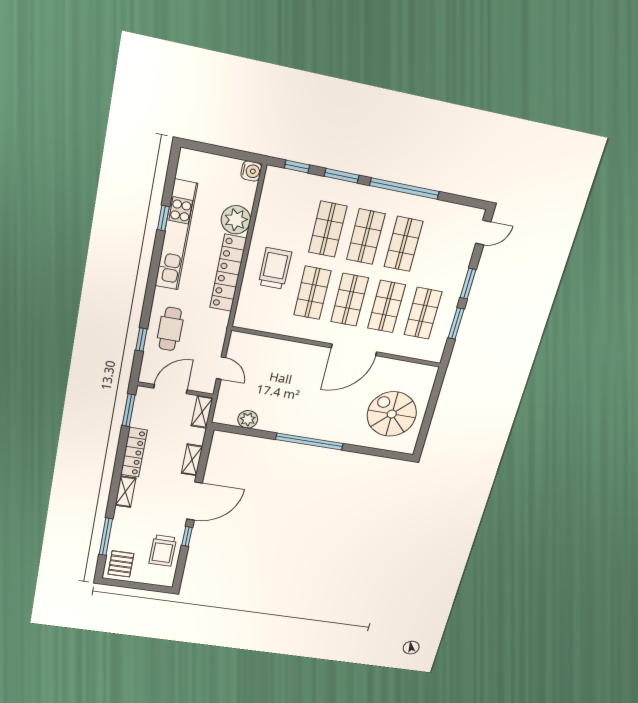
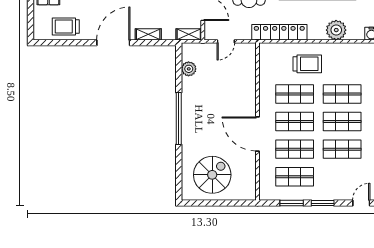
door: (483, 233) -> (361, 203), swing flipped
locker: (228, 273) -> (279, 32), moved
door: (195, 501) -> (113, 43), swing flipped
window: (187, 536) -> (82, 43), removed

